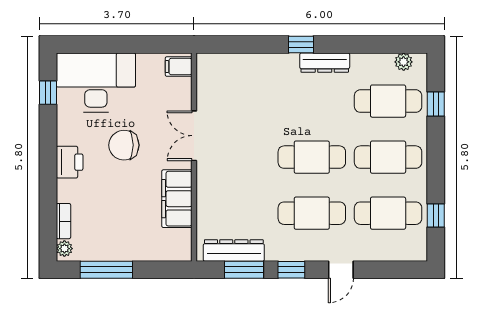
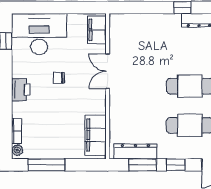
filing cabinet: (179, 67) -> (97, 30), width x2.00
chair: (124, 145) -> (59, 78), width x0.54, depth x0.54
filing cabinet: (177, 199) -> (96, 135), moved

